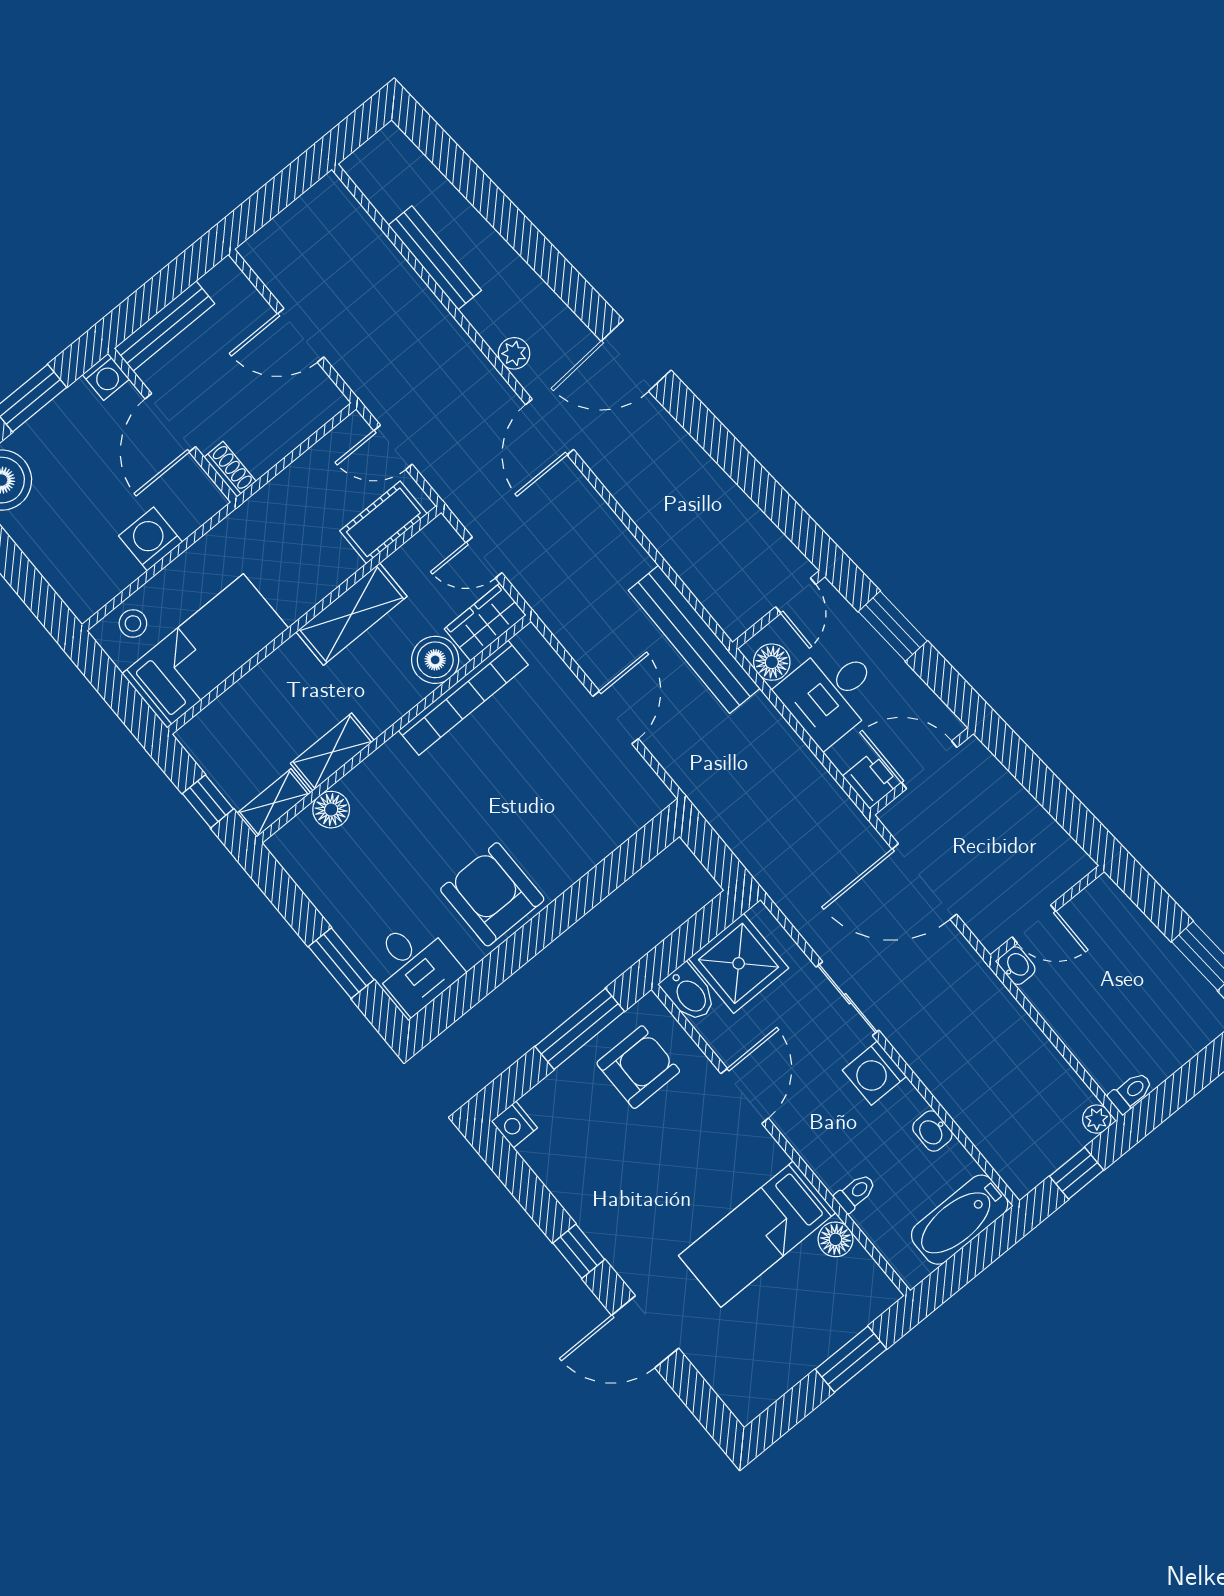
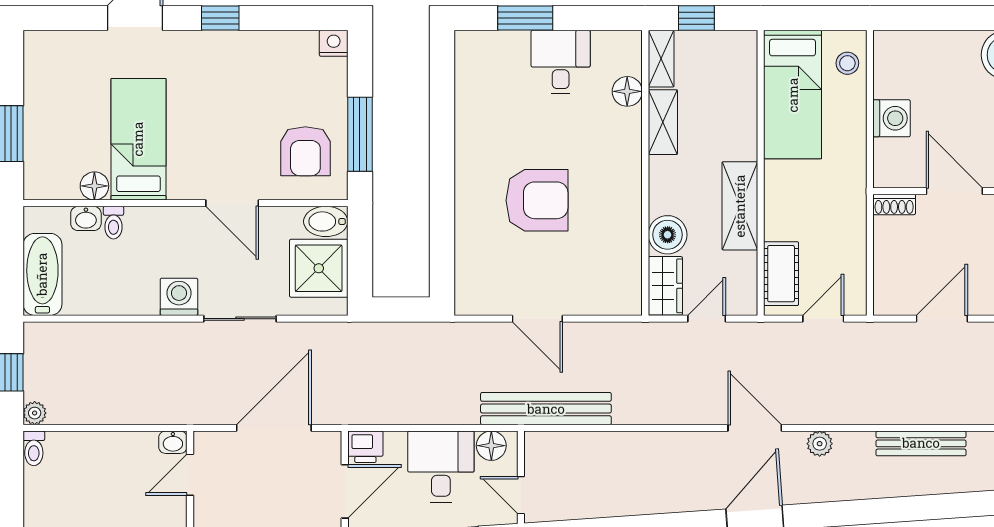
bookcase: (463, 698) -> (629, 233), removed
armchair: (492, 894) -> (537, 200), moved
desk: (414, 965) -> (561, 62), moved, turned 90
washbasin: (932, 1131) -> (86, 218), moved, turned 180

